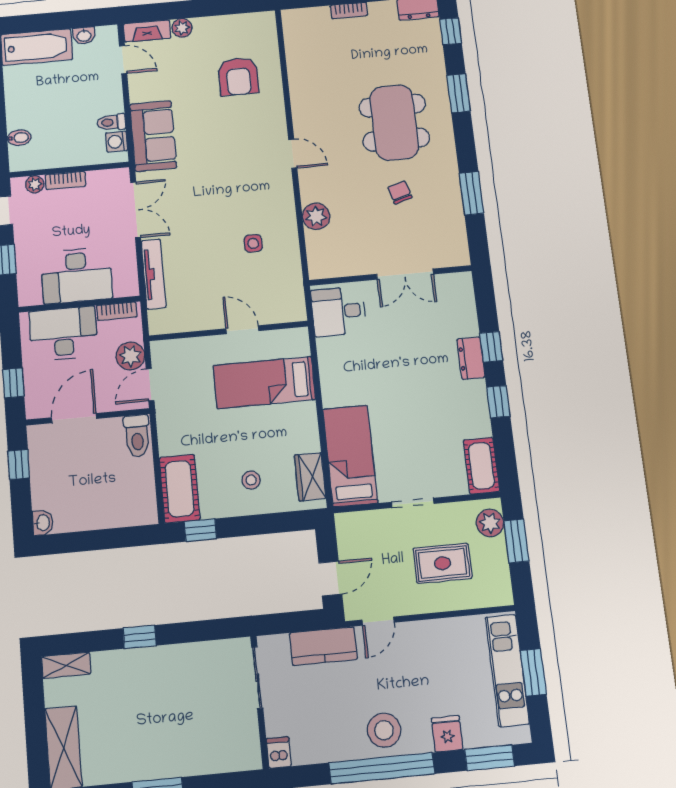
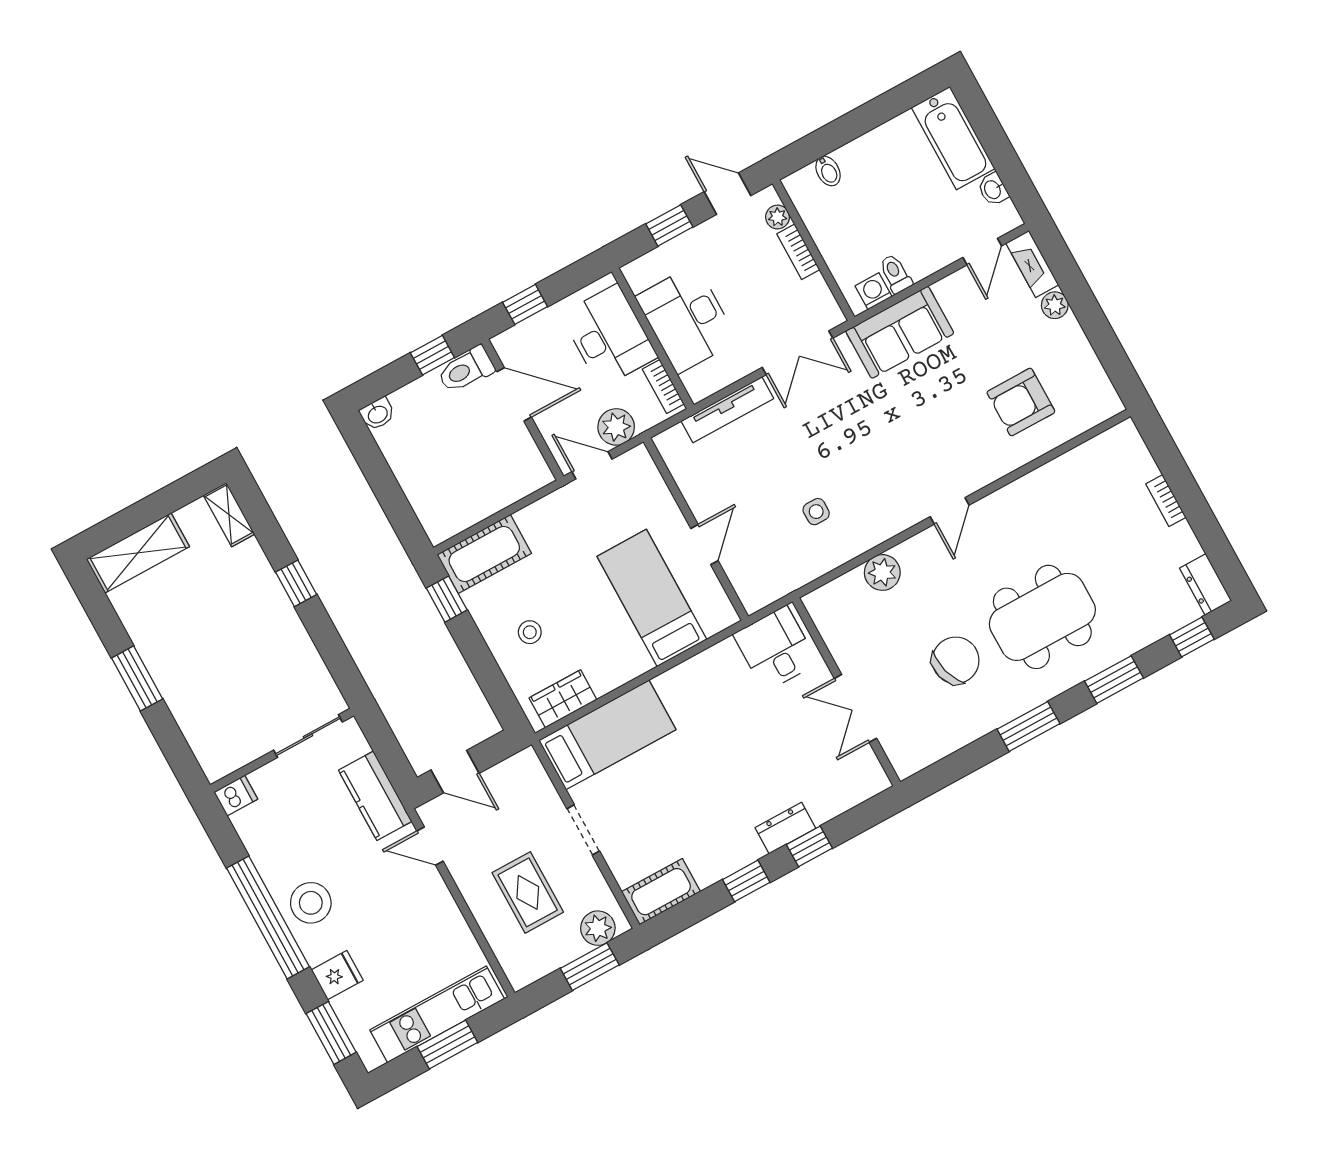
chair: (400, 192) -> (956, 660), width x1.87, depth x1.87
window: (471, 193) -> (1028, 726), moved
toilet: (137, 436) -> (466, 370), moved

